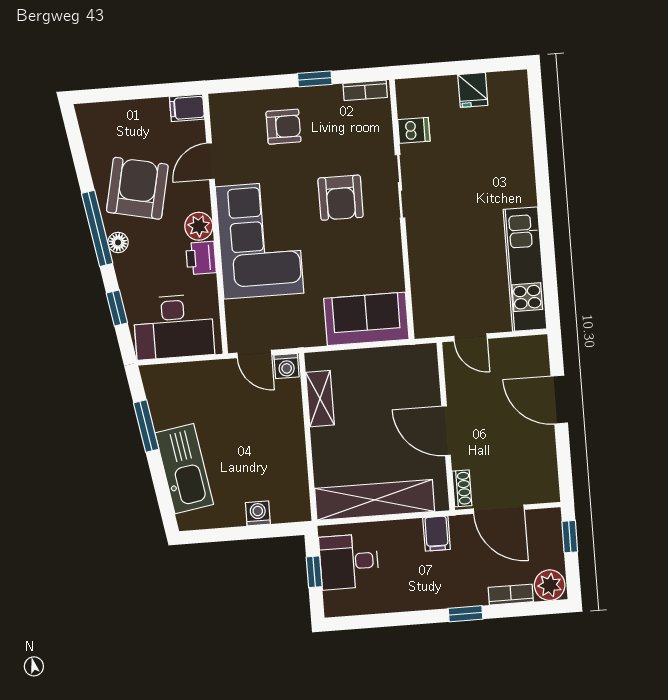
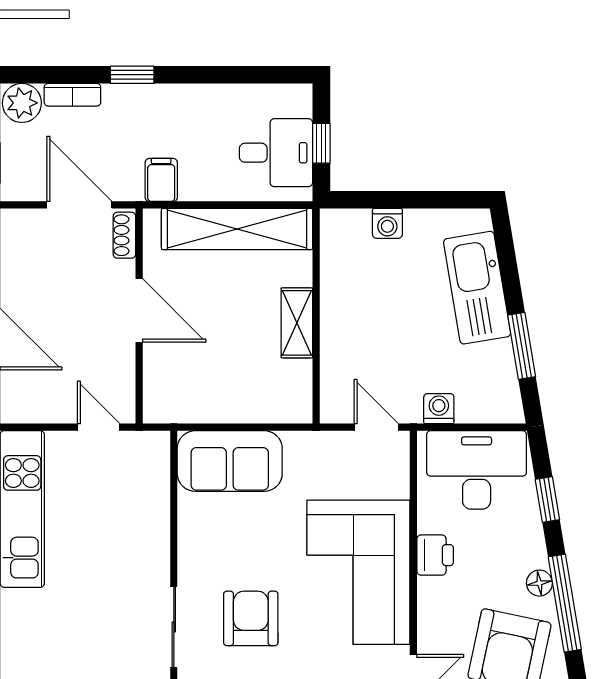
plant: (199, 226) -> (435, 596), removed
washing machine: (286, 366) -> (439, 409), moved
shelving: (320, 399) -> (297, 323), moved

